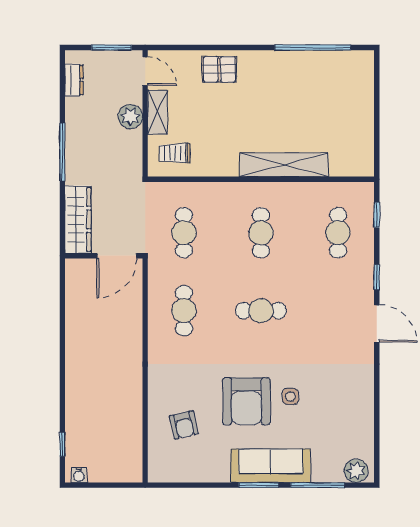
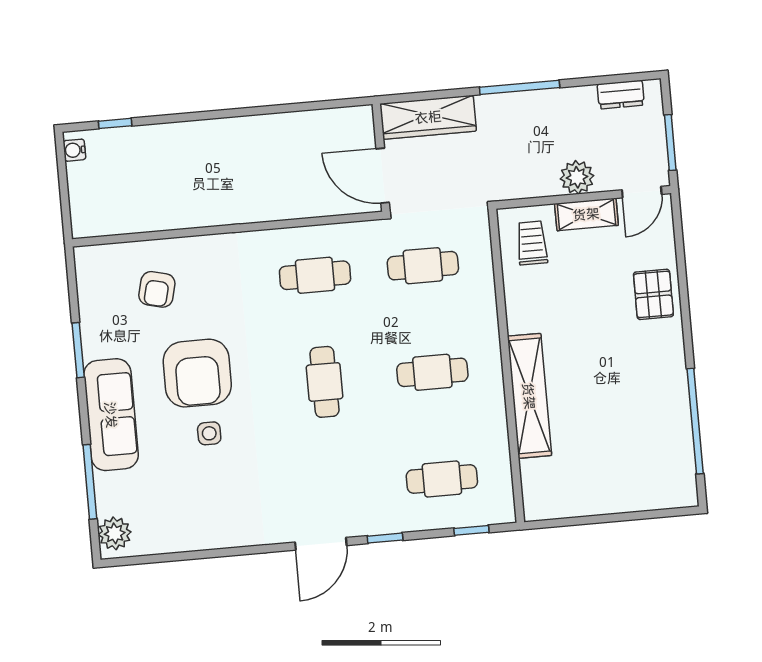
armchair: (246, 401) -> (197, 373), turned -90
armchair: (184, 425) -> (157, 289), turned -63
window: (259, 485) -> (78, 350), moved

